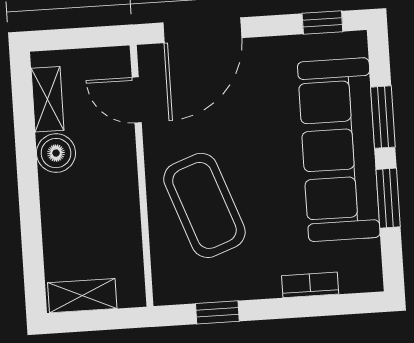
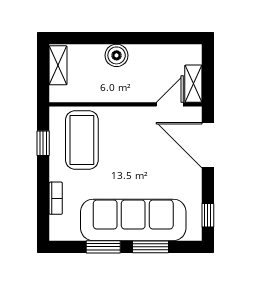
shelving: (48, 99) -> (193, 84), moved, turned 90
boiler: (56, 153) -> (117, 55), moved
coffee table: (204, 205) -> (82, 140), moved, turned -70

